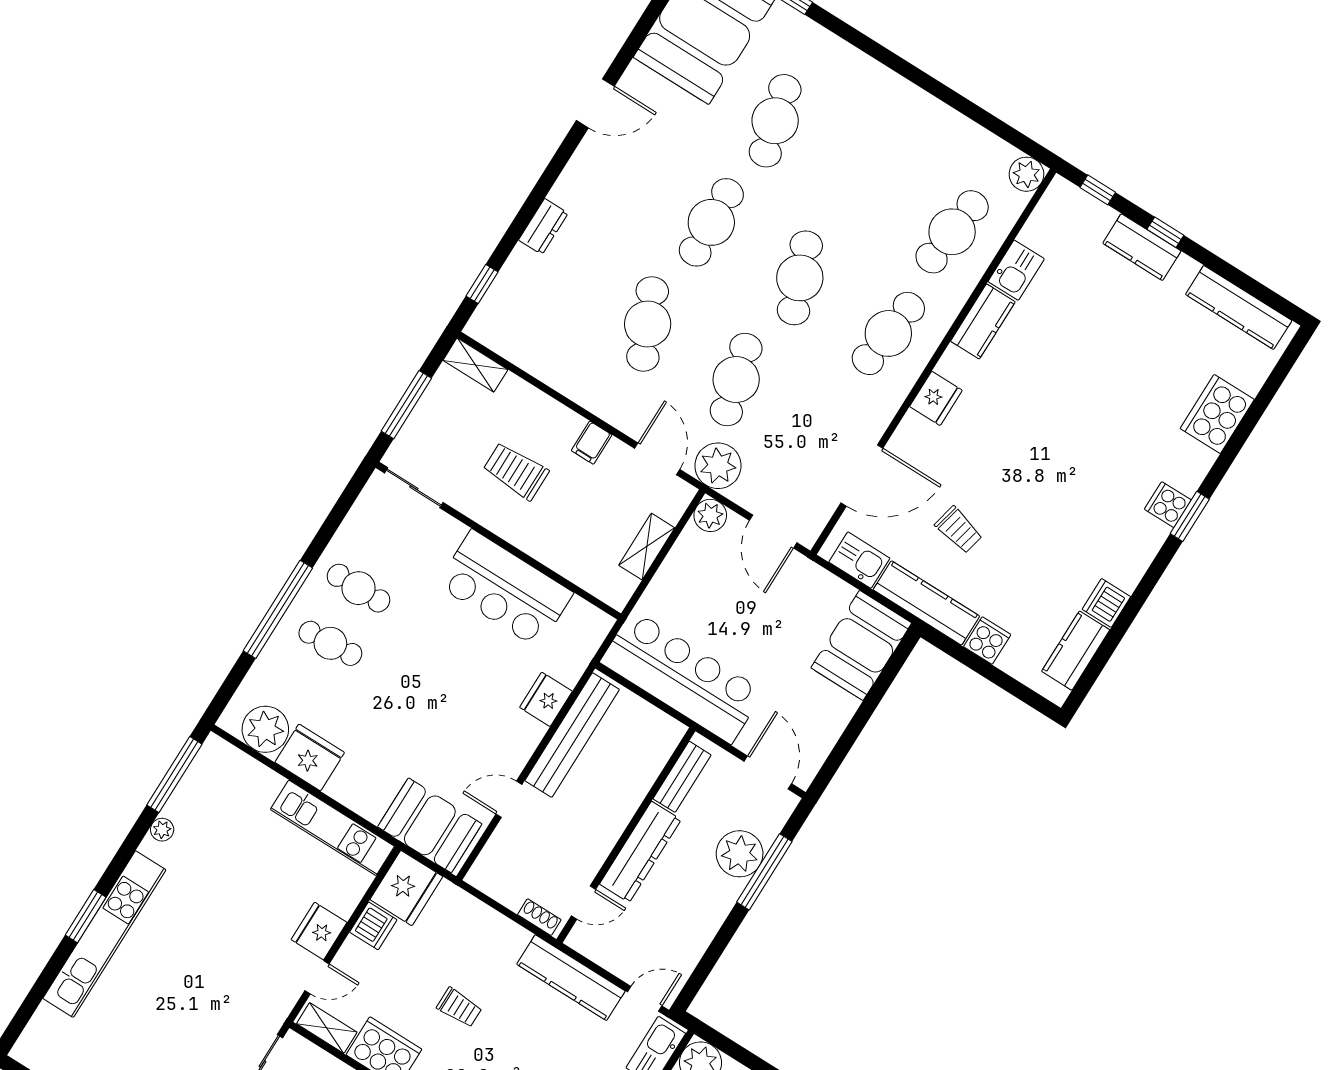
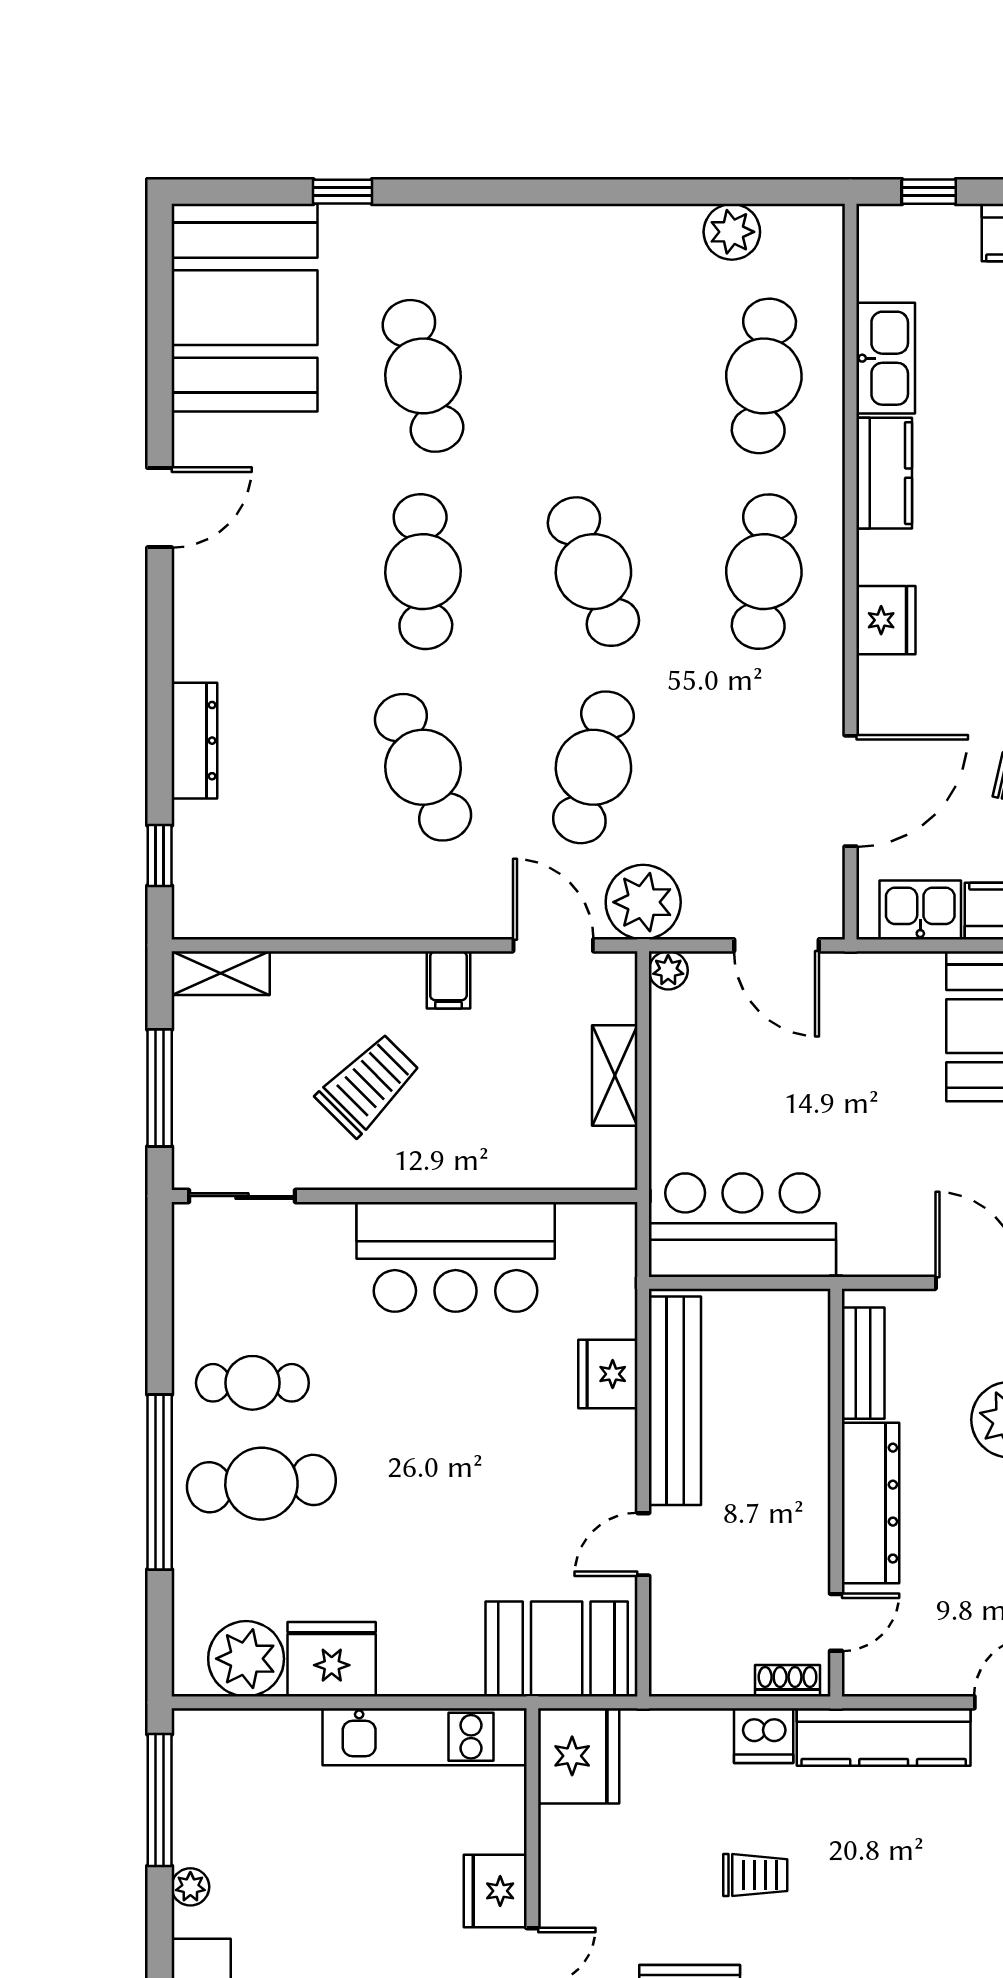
plant: (1026, 174) -> (732, 232), moved
dresser: (543, 227) -> (194, 741), width x1.44
kitchen sink: (1016, 270) -> (886, 358), width x1.38
cafe table: (736, 380) -> (593, 767), turned 30
trolley: (516, 471) -> (368, 1085), turned 135
plant: (710, 515) -> (668, 970), width x0.73, depth x0.73
cafe table: (330, 643) -> (261, 1484), width x1.37, depth x1.35
bar counter: (682, 677) -> (742, 1225), width x0.73
dishwasher: (373, 926) -> (764, 1736), moved, turned 90

